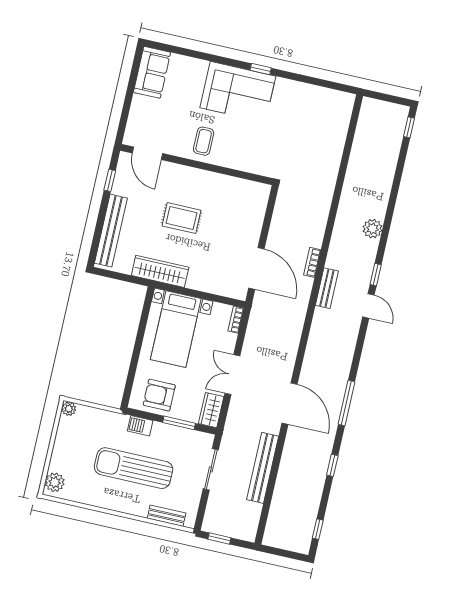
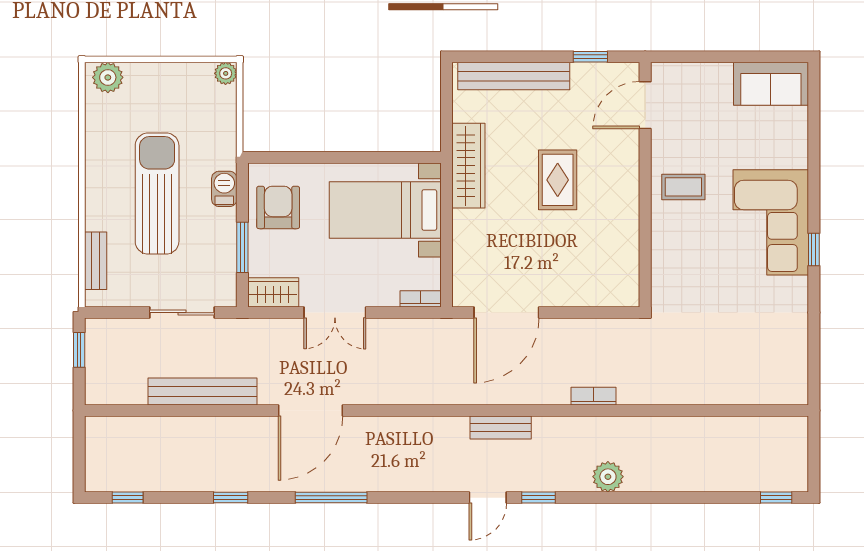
bookcase: (312, 262) -> (594, 396), moved
double door: (232, 375) -> (335, 313), swing flipped

